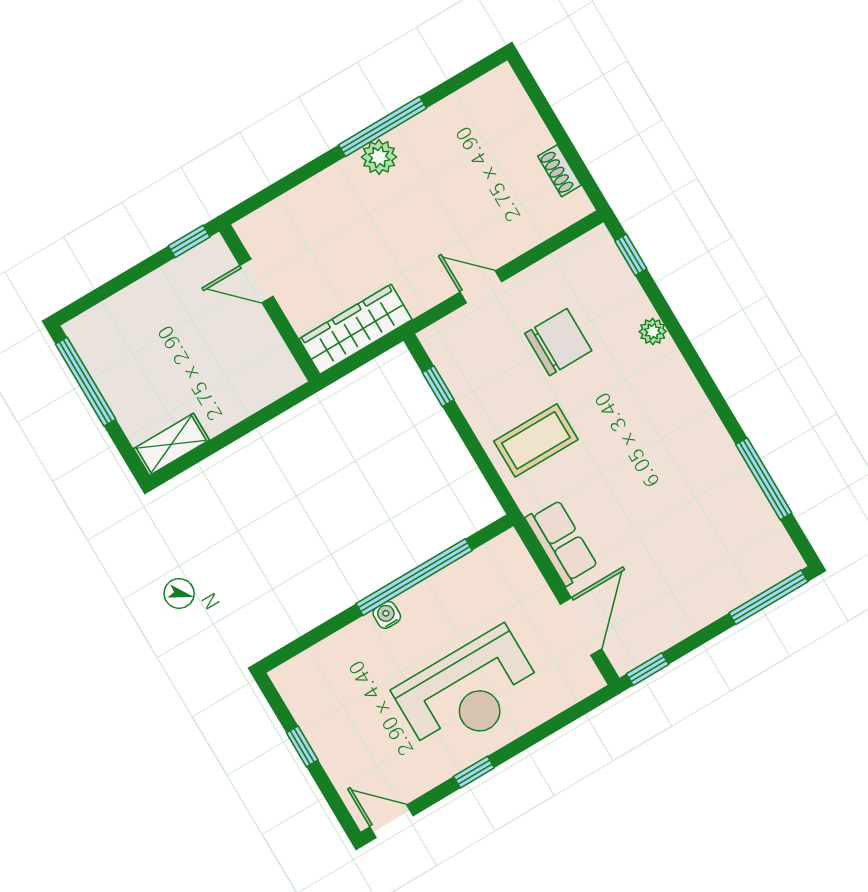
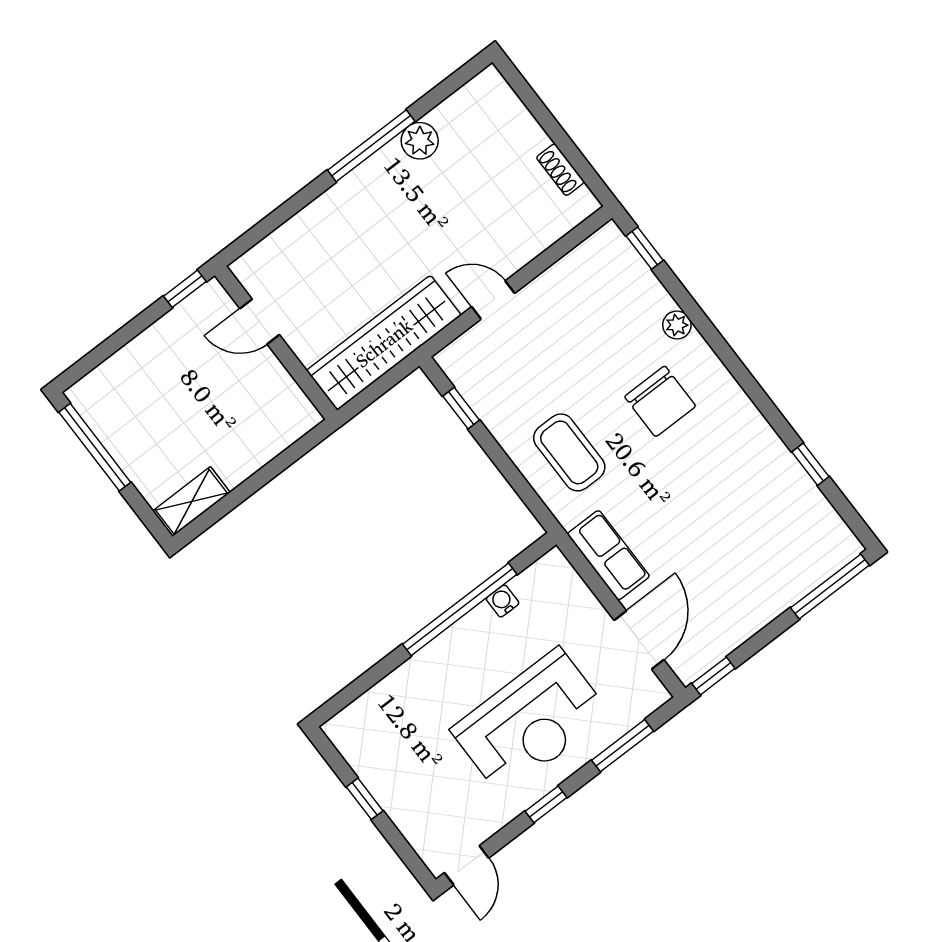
plant: (379, 157) -> (420, 141), moved
wardrobe: (355, 329) -> (384, 343), width x1.40, depth x1.17
chair: (558, 342) -> (660, 401), moved, turned 90
coffee table: (536, 440) -> (569, 452), turned 90
window: (764, 479) -> (810, 464), width x0.46
water cooler: (387, 615) -> (503, 601), moved
window: (553, 725) -> (622, 746), added
door: (392, 821) -> (467, 865), swing flipped

